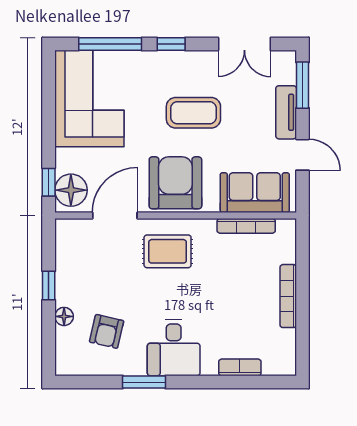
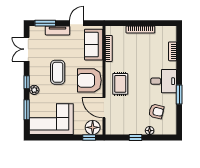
window: (110, 44) -> (27, 110), width x0.69
double door: (244, 44) -> (27, 49), swing flipped
plant: (154, 61) -> (34, 90), added

